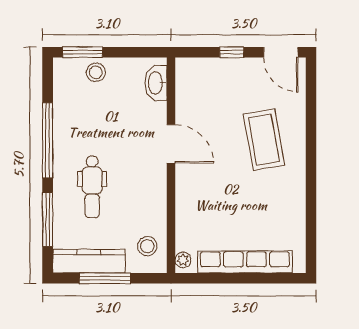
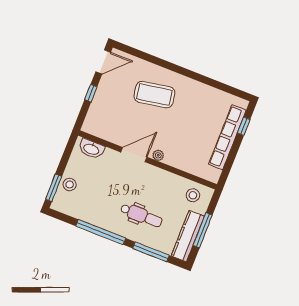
plant: (183, 260) -> (158, 155), moved
window: (269, 278) -> (244, 126), added

